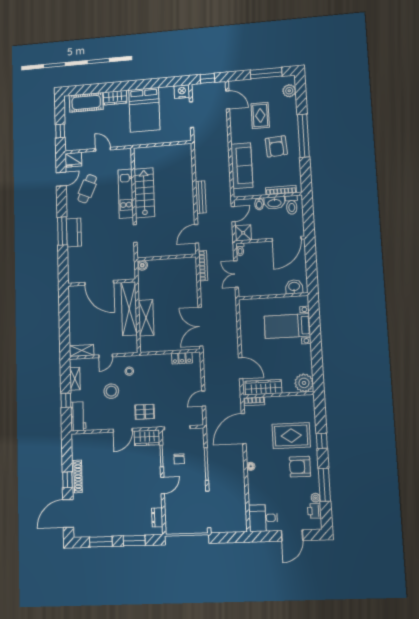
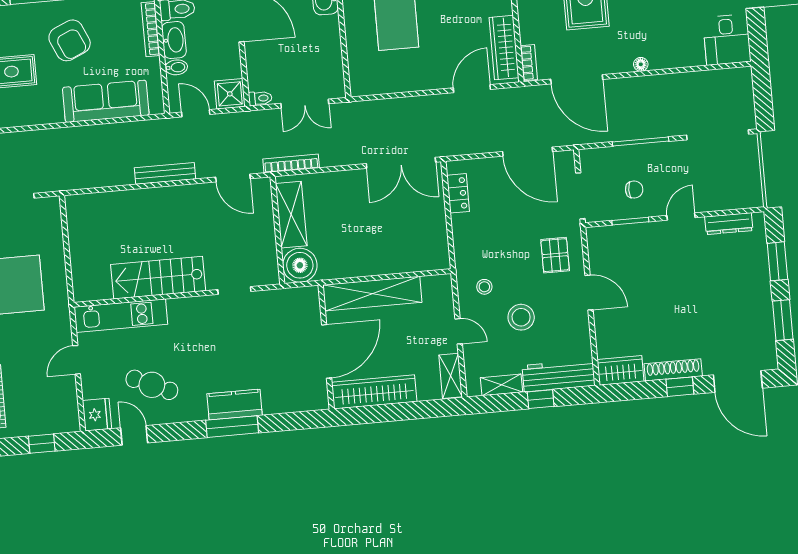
armchair: (276, 146) -> (70, 40), turned 70
kitchen unit: (126, 194) -> (121, 316), moved
boiler: (142, 265) -> (300, 265), width x1.86, depth x1.86
wardrobe: (76, 308) -> (374, 392), added
shelving: (146, 318) -> (291, 215), moved, turned 90
door: (204, 399) -> (528, 152), width x1.87
workbench: (78, 416) -> (559, 376), width x1.37
wardrobe: (147, 438) -> (621, 370), moved, turned -90
door: (162, 485) -> (681, 217), hinge flipped
dresser: (157, 517) -> (729, 224), width x1.44

